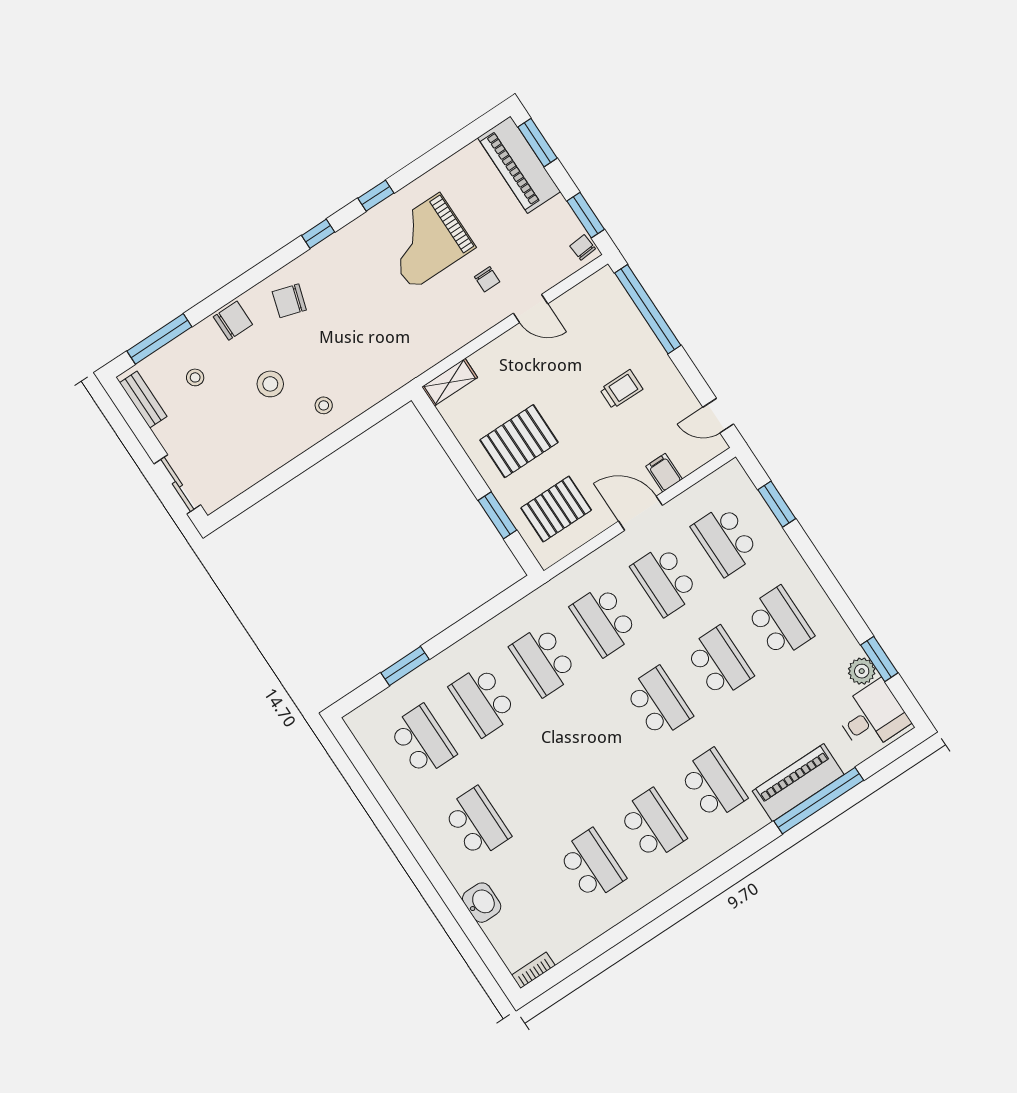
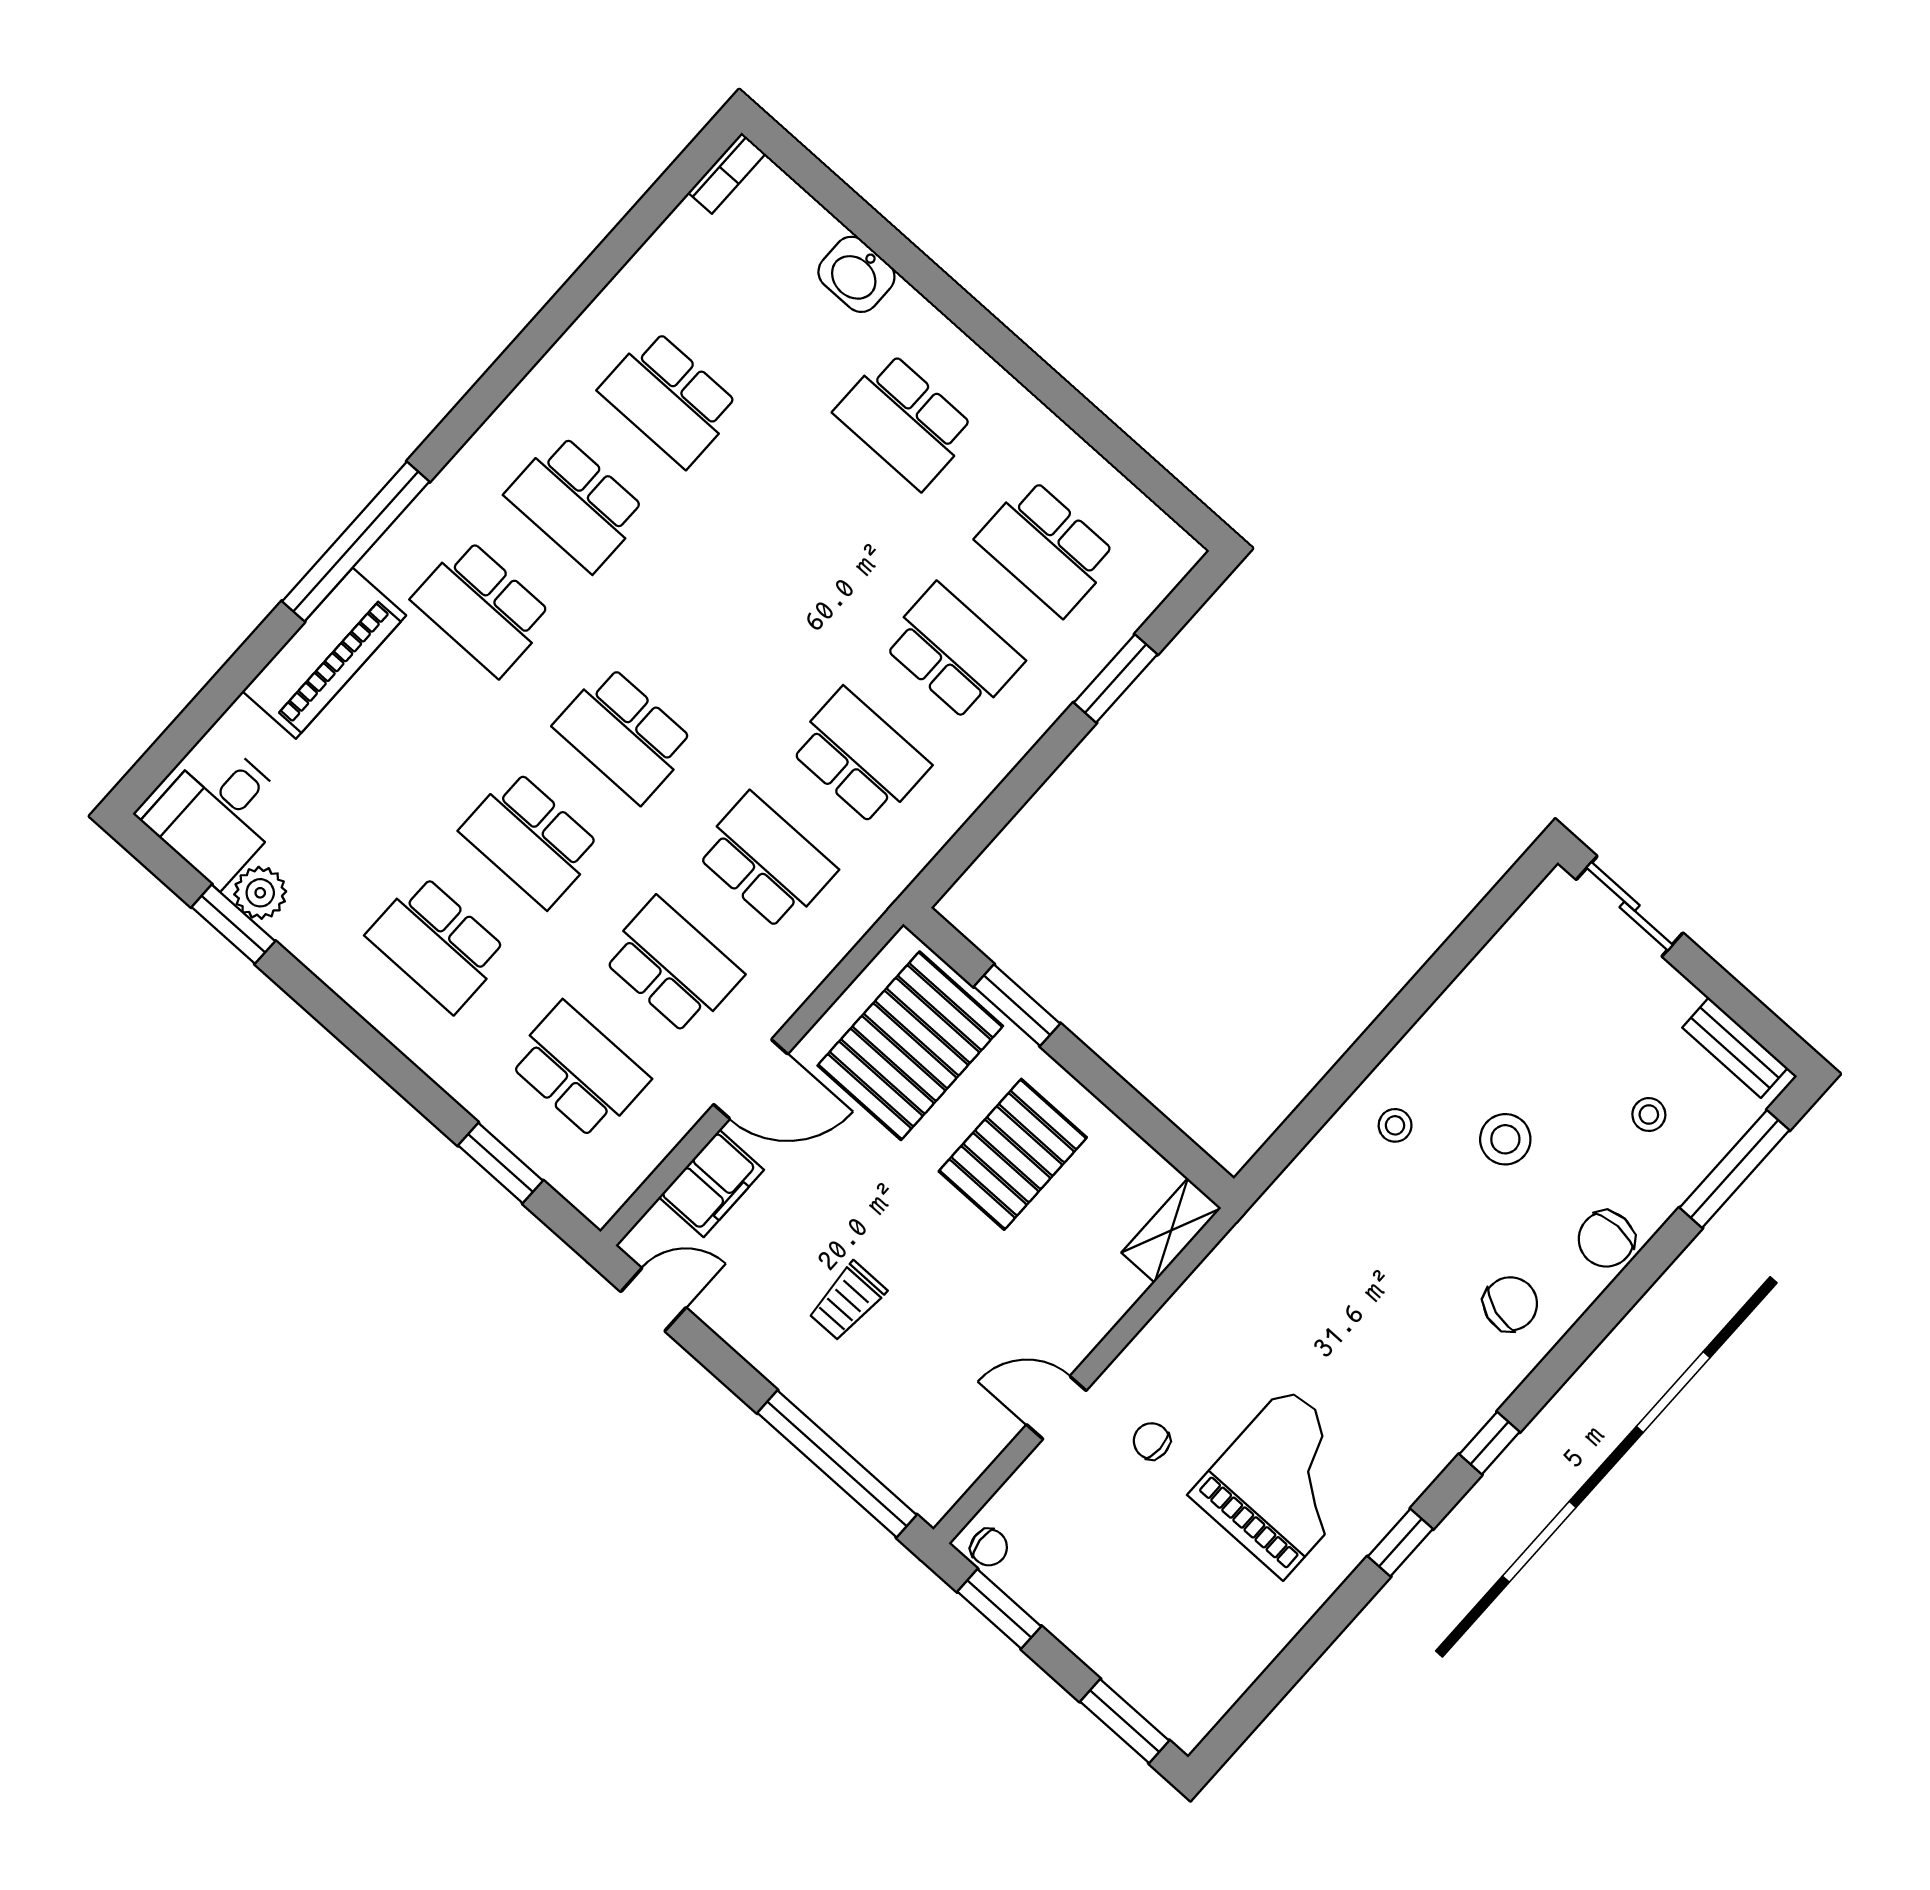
piano: (519, 165) -> (1148, 1671), removed
filing cabinet: (664, 473) -> (711, 1183), width x2.00
pallet: (556, 509) -> (910, 1046), width x1.37, depth x1.41
window: (819, 801) -> (356, 541), moved

